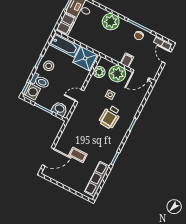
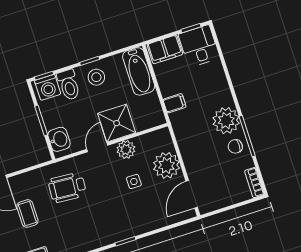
plant: (111, 22) -> (226, 121), moved
door: (167, 57) -> (243, 203), removed
shower: (85, 58) -> (117, 123), moved
filing cabinet: (127, 60) -> (175, 103), moved
plant: (99, 72) -> (126, 149), moved
door: (141, 75) -> (192, 194), hinge flipped
door: (79, 96) -> (97, 147), hinge flipped
wheelchair: (110, 117) -> (67, 188), moved

